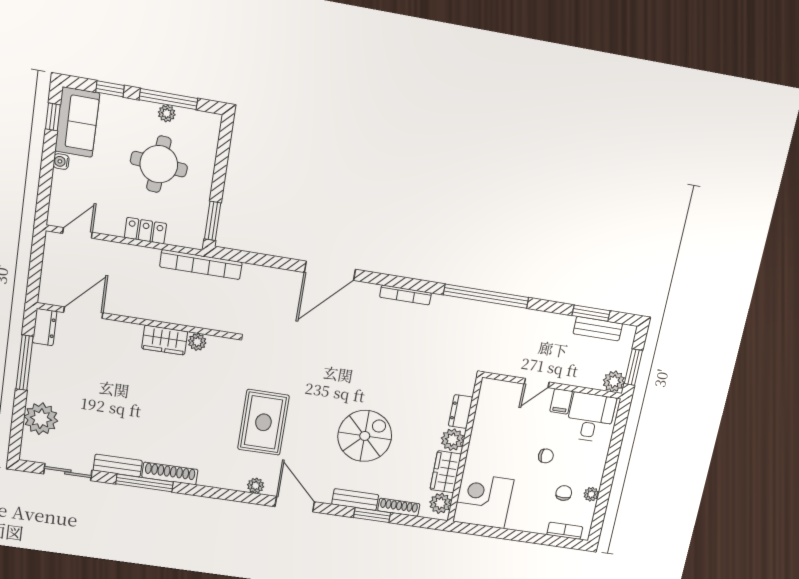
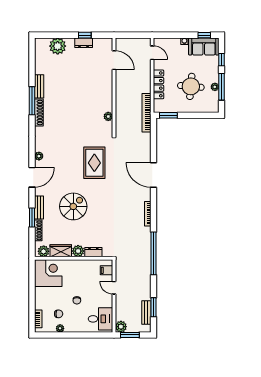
locker: (145, 231) -> (158, 84), width x1.53
dresser: (45, 327) -> (84, 43), moved
wardrobe: (165, 340) -> (107, 101), removed
window: (24, 363) -> (85, 35), width x0.46
filing cabinet: (561, 401) -> (106, 270), moved
rug: (263, 422) -> (94, 163), moved, turned 90
spiral stairs: (365, 436) -> (73, 206), turned -90
sliding door: (68, 472) -> (32, 62), removed

